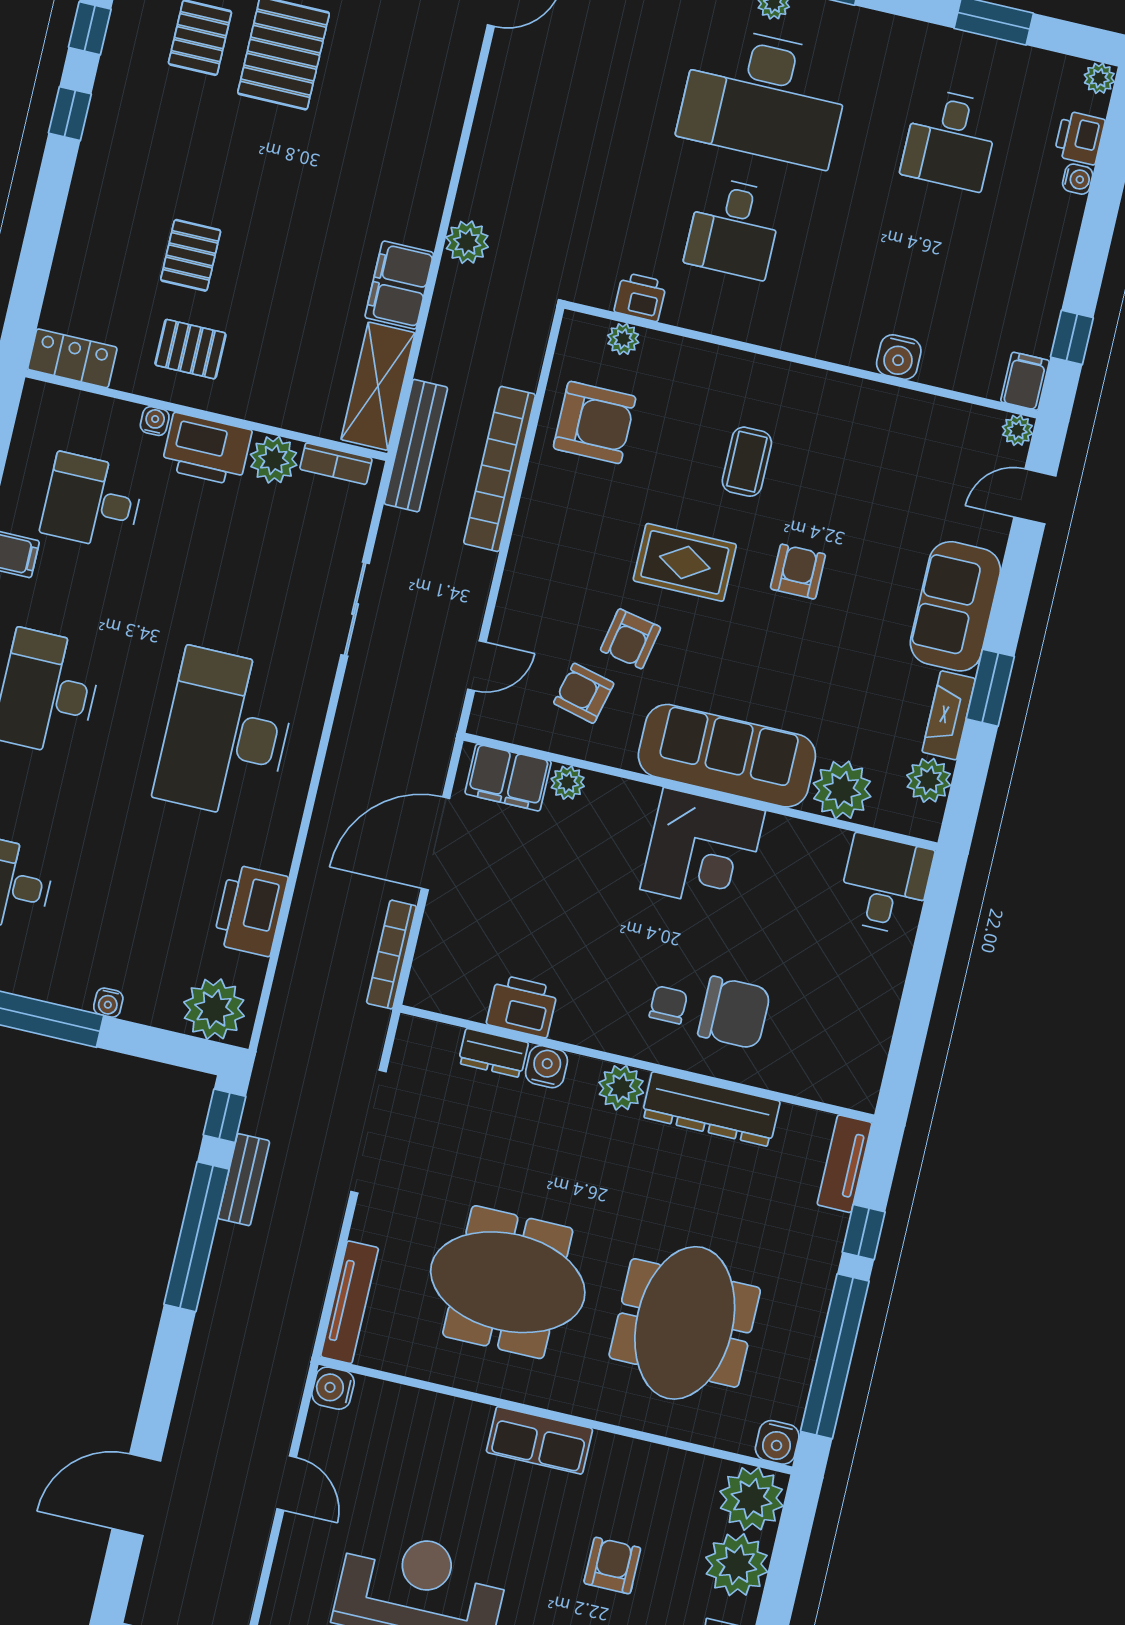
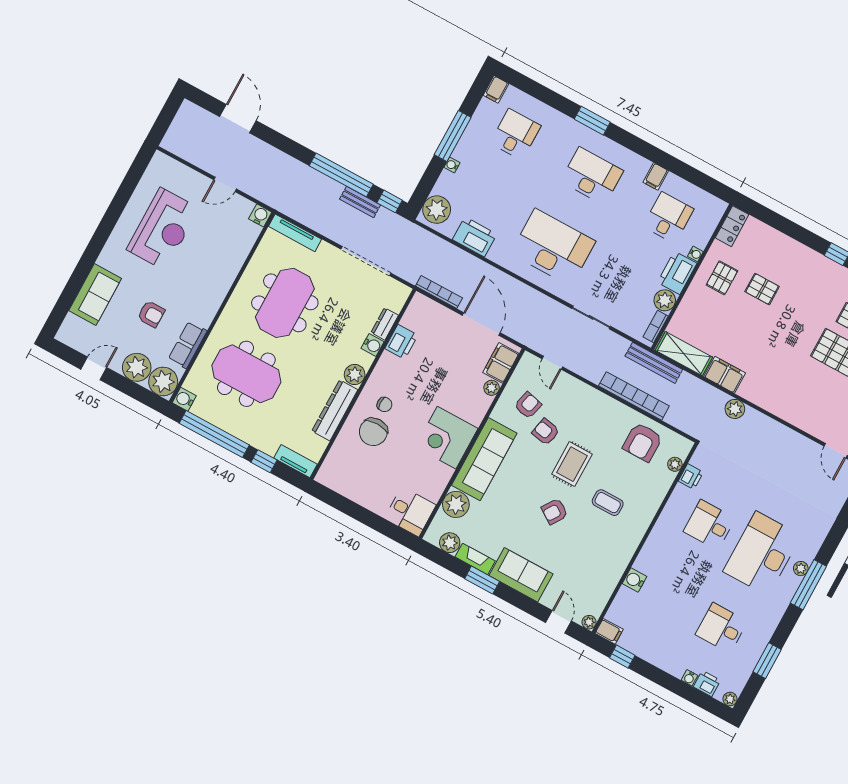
armchair: (798, 572) -> (555, 511), turned 124
row of seats: (539, 1440) -> (188, 345), moved

